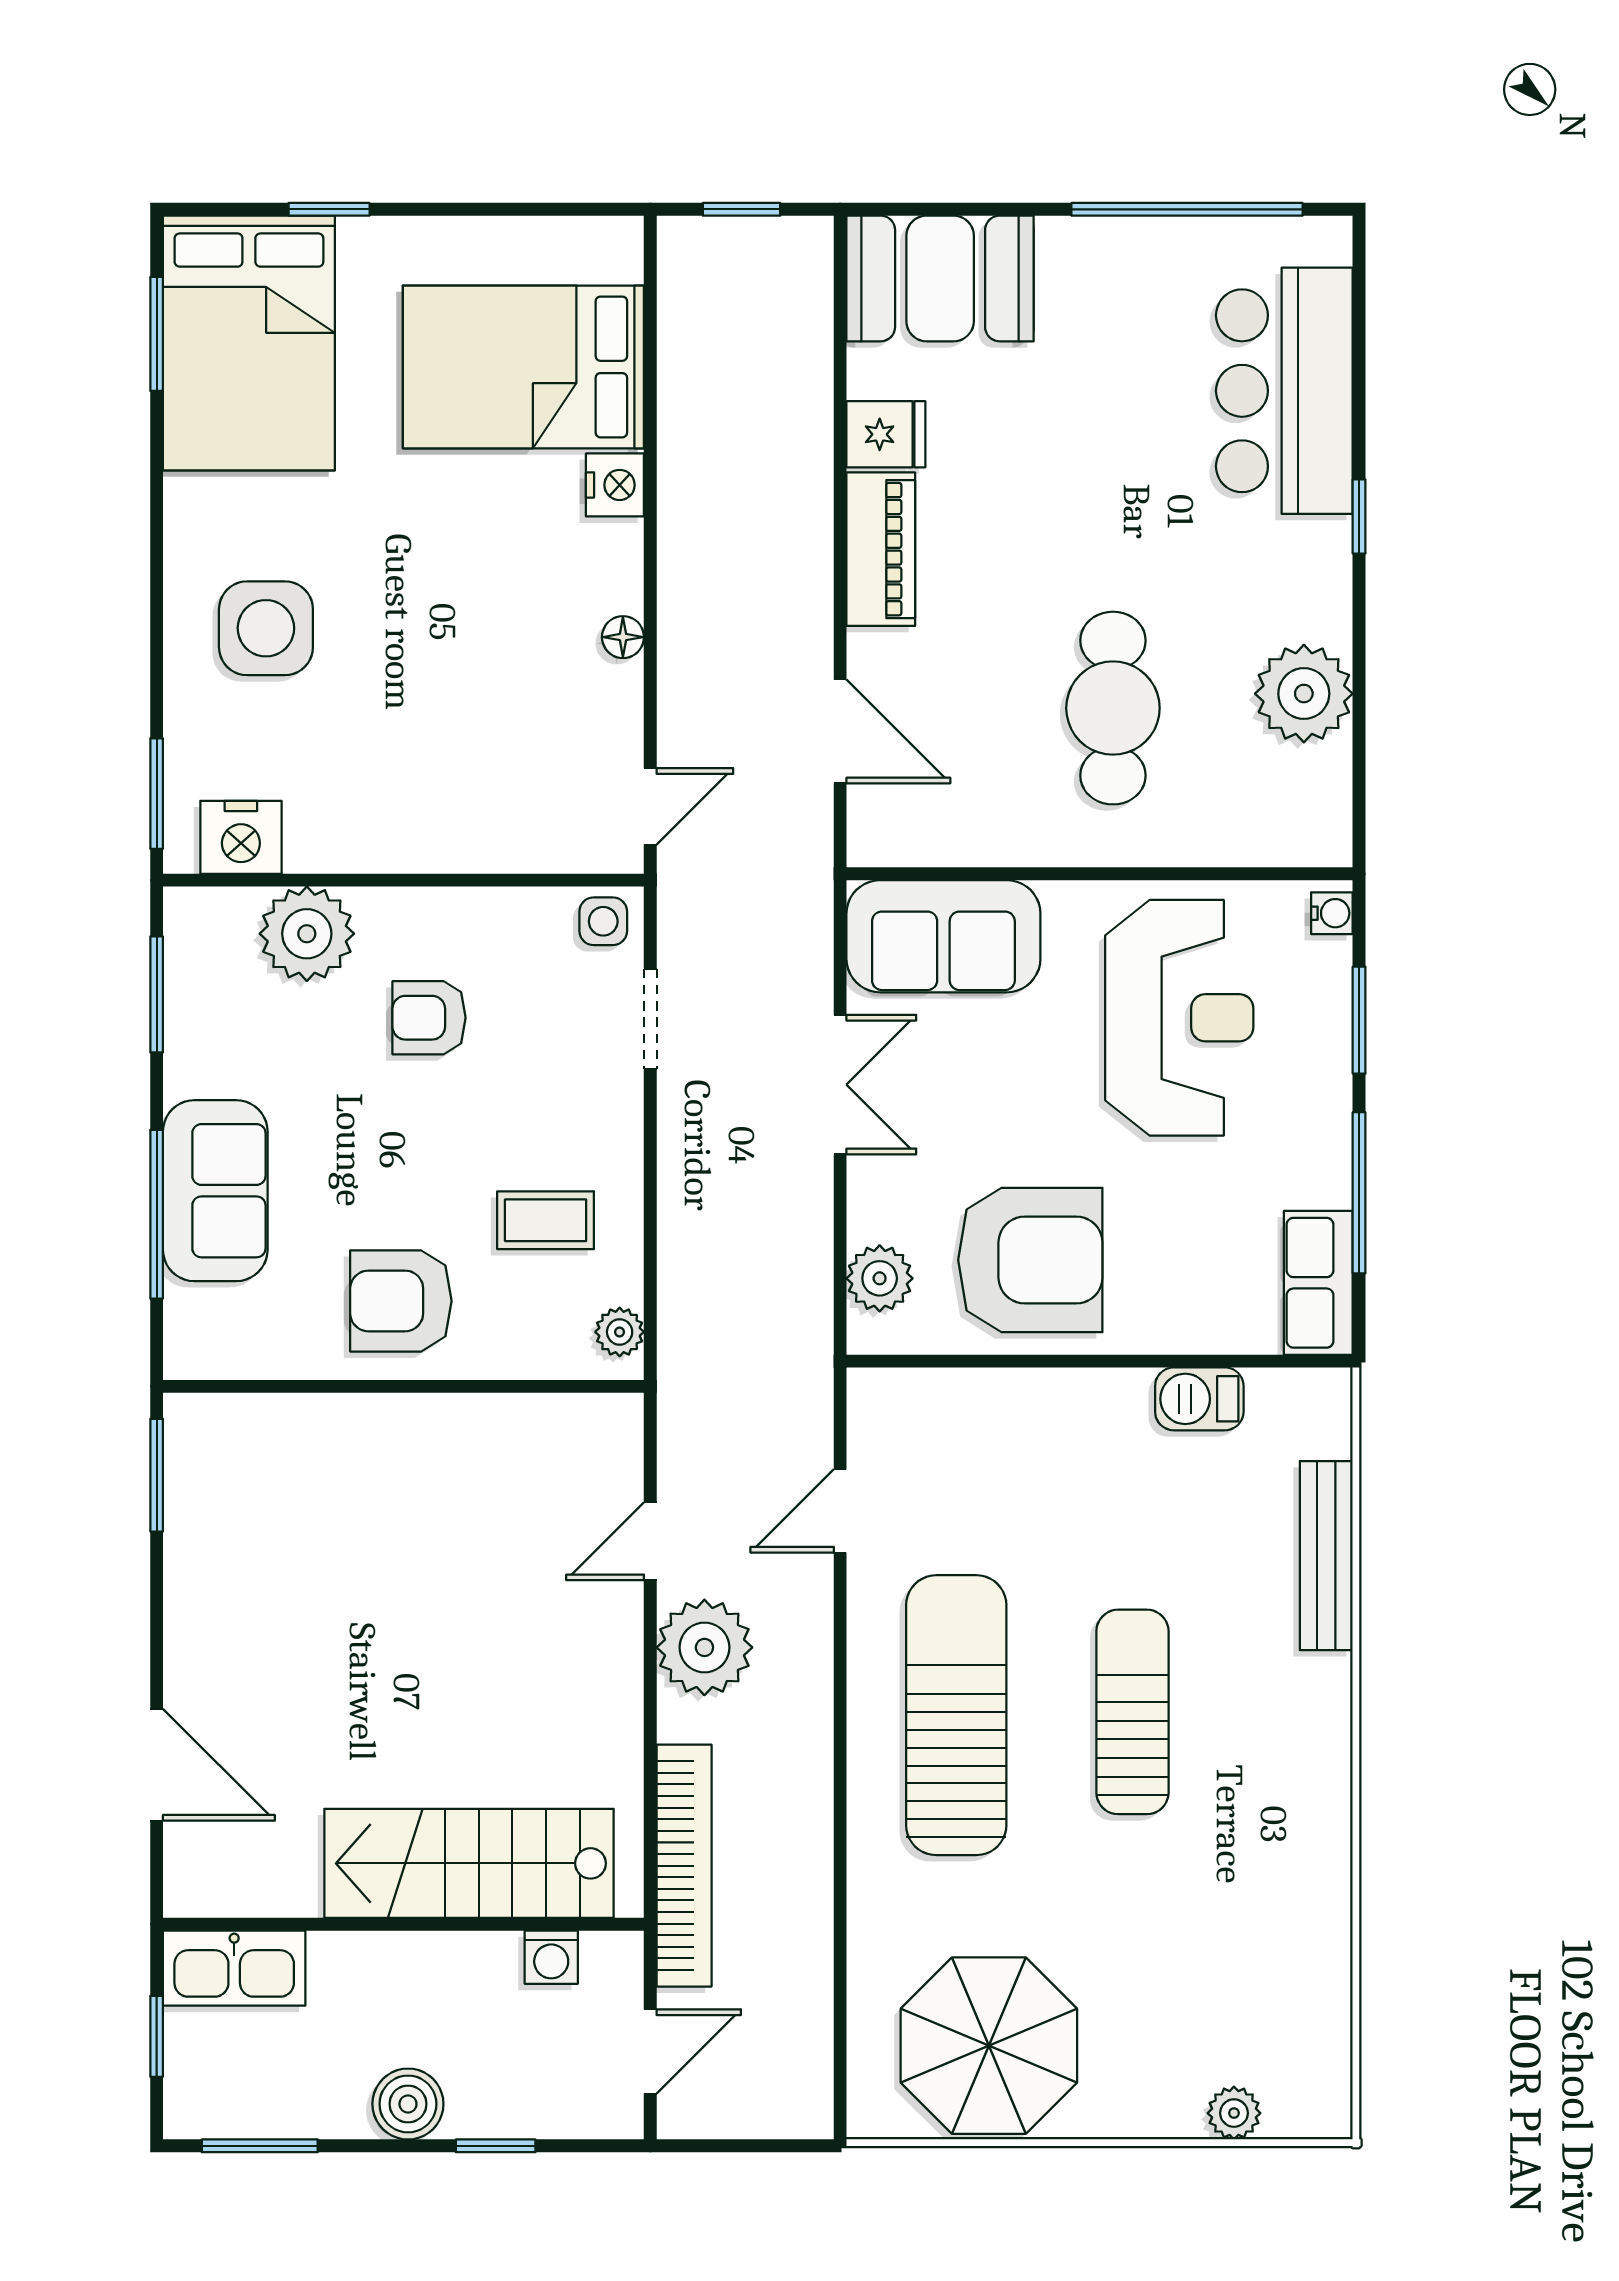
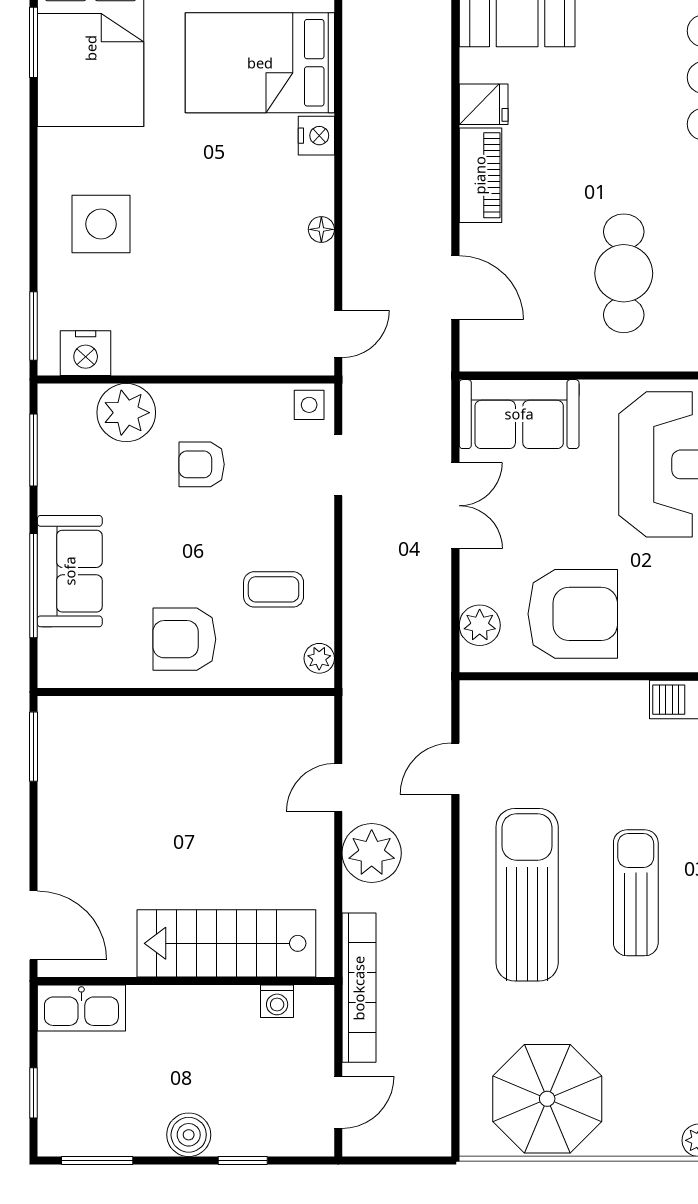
stairs: (469, 1863) -> (226, 943), moved
wall: (403, 1924) -> (186, 981), moved
washing machine: (551, 1957) -> (277, 1001), moved
kitchen sink: (234, 1968) -> (81, 1008), moved

